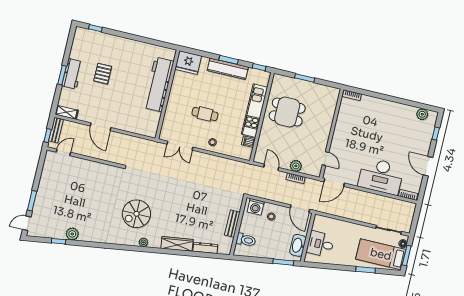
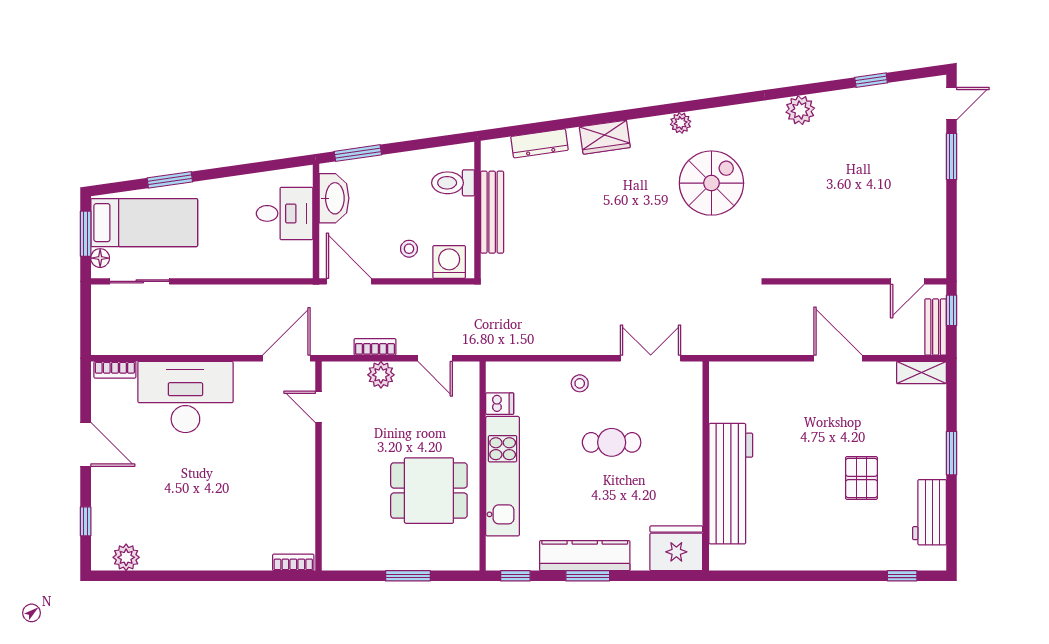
workbench: (72, 74) -> (929, 512), moved
bench: (232, 224) -> (492, 212), width x1.36
plant: (72, 234) -> (800, 110), moved
wardrobe: (177, 244) -> (605, 137), width x0.67

